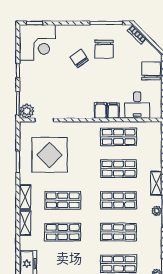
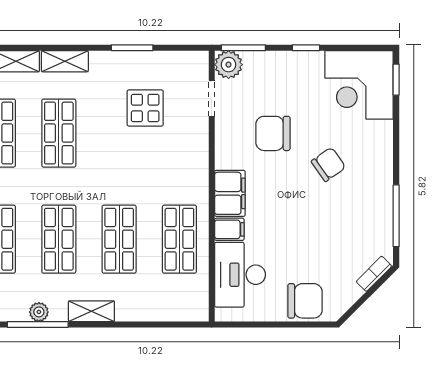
chair: (104, 49) -> (273, 133), moved
desk: (137, 105) -> (240, 275), width x1.37
filing cabinet: (100, 110) -> (230, 193), width x2.00
display table: (50, 155) -> (145, 108), width x0.54, depth x0.54

